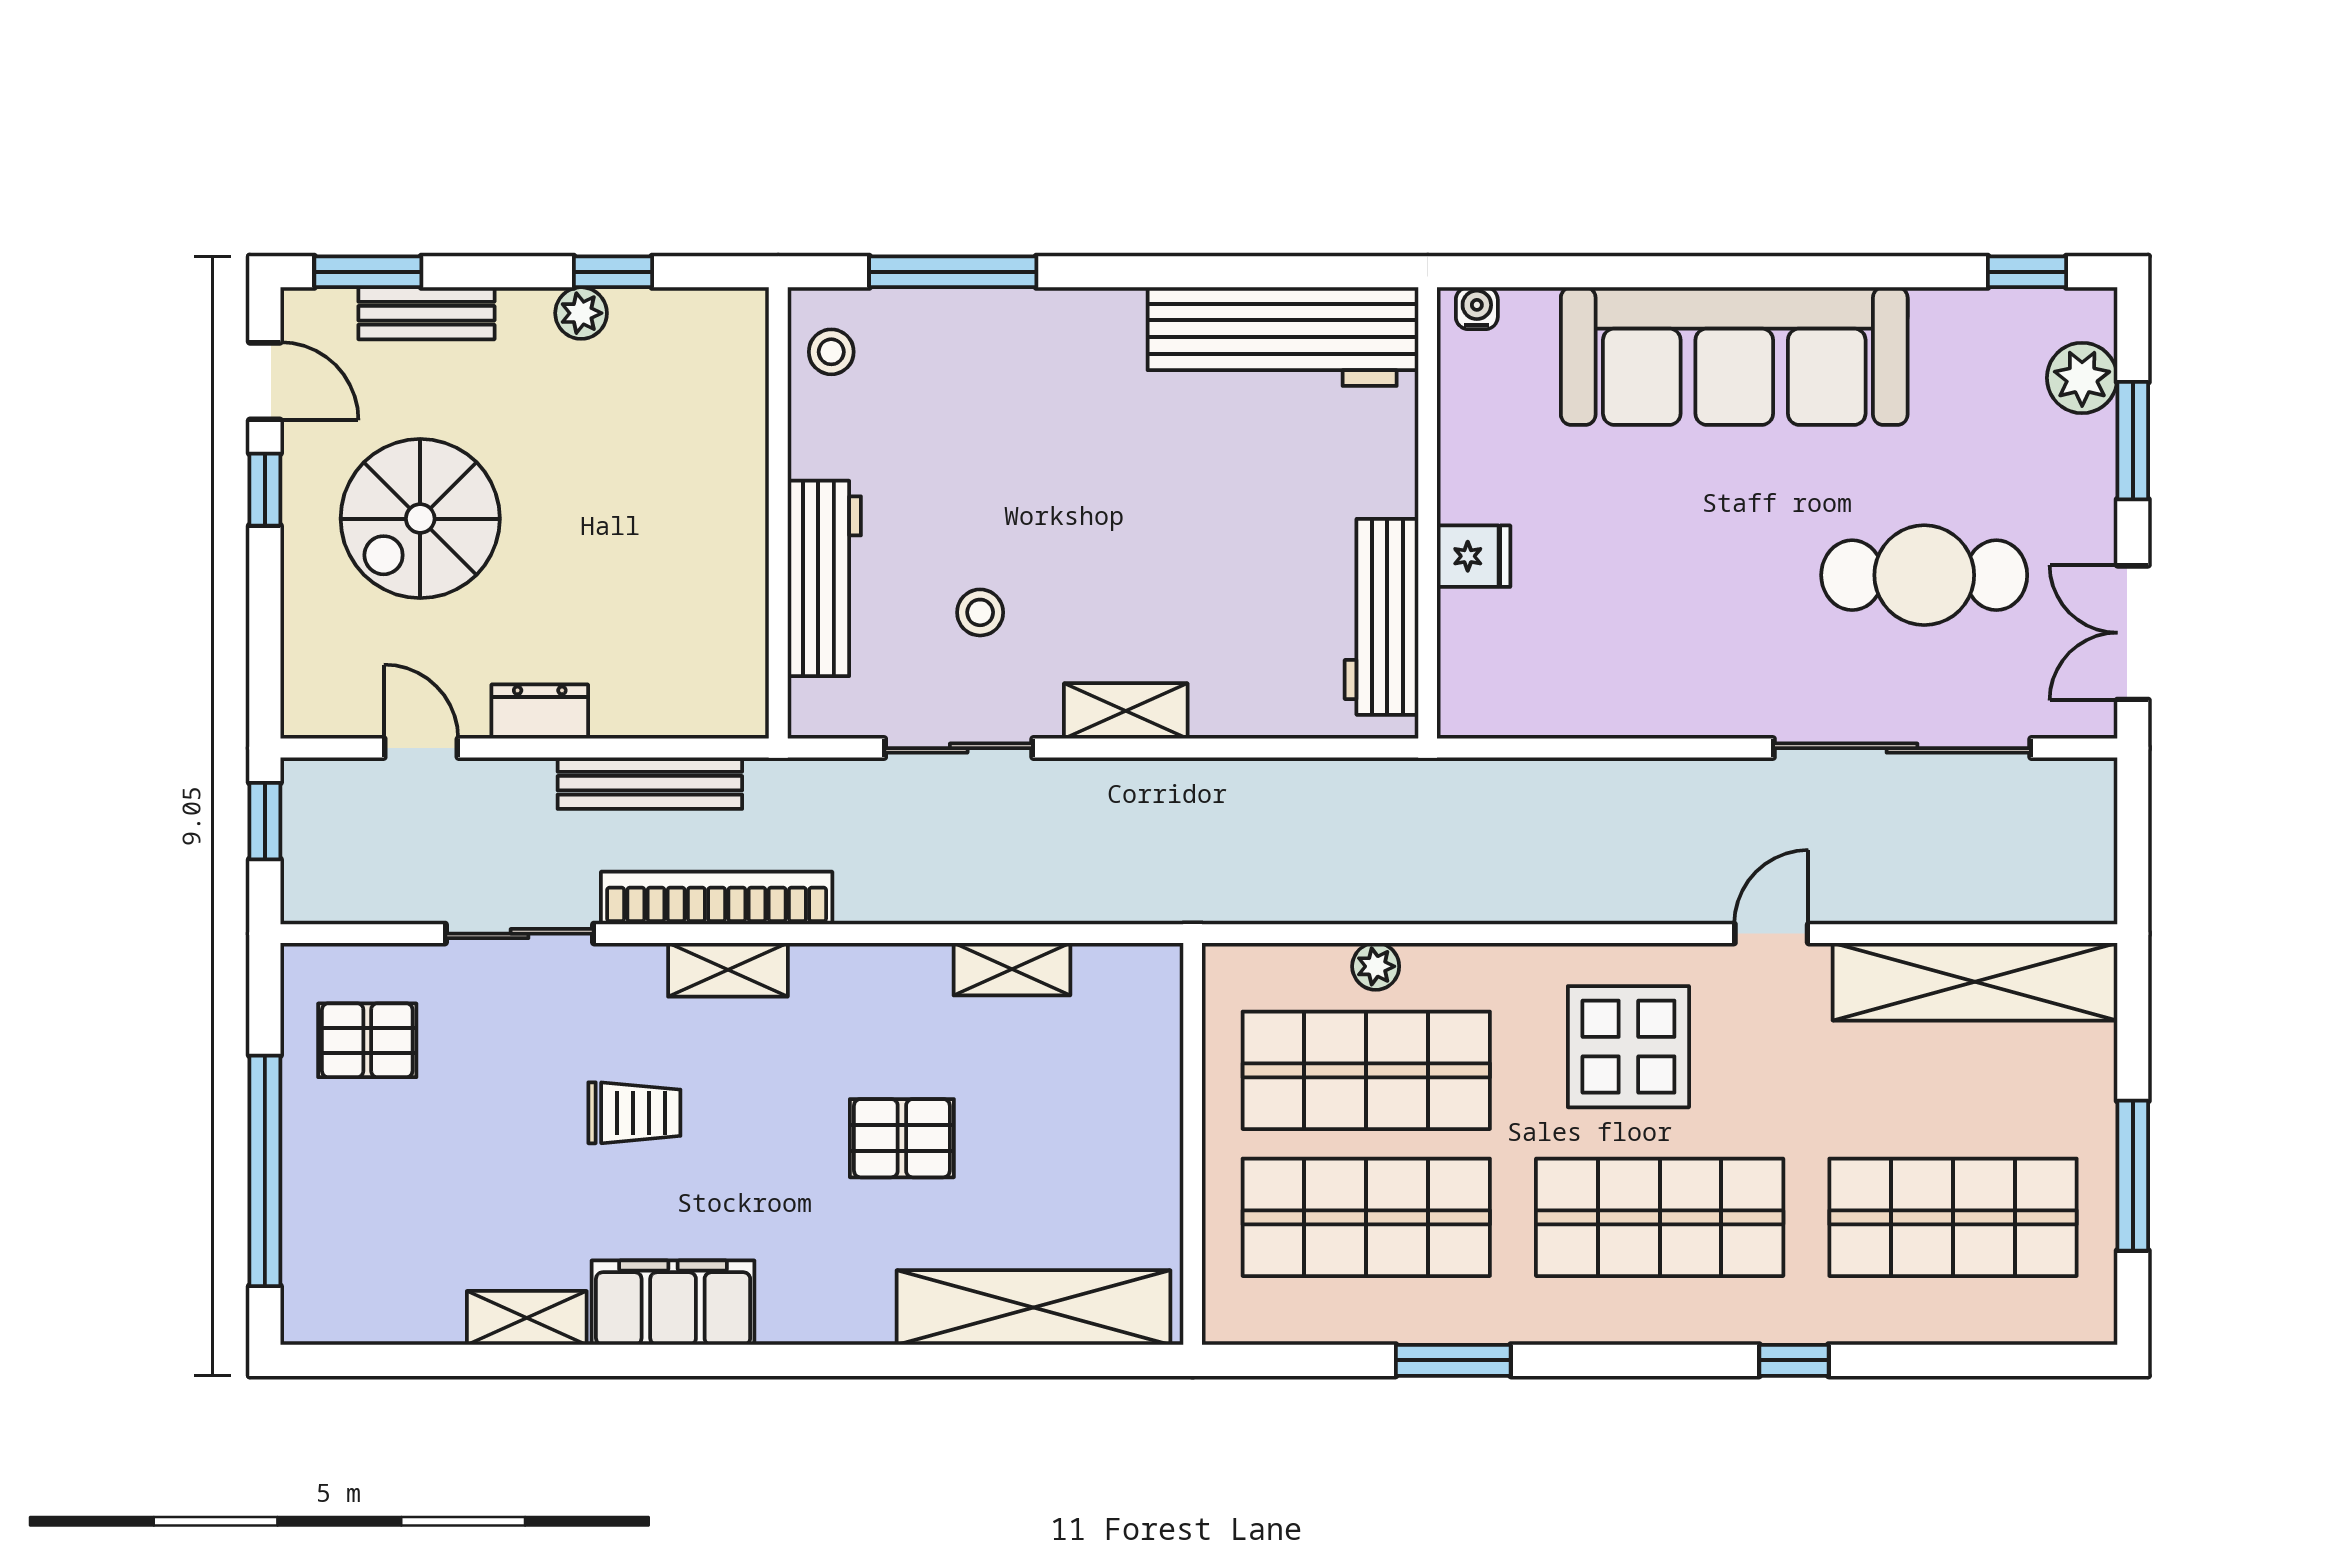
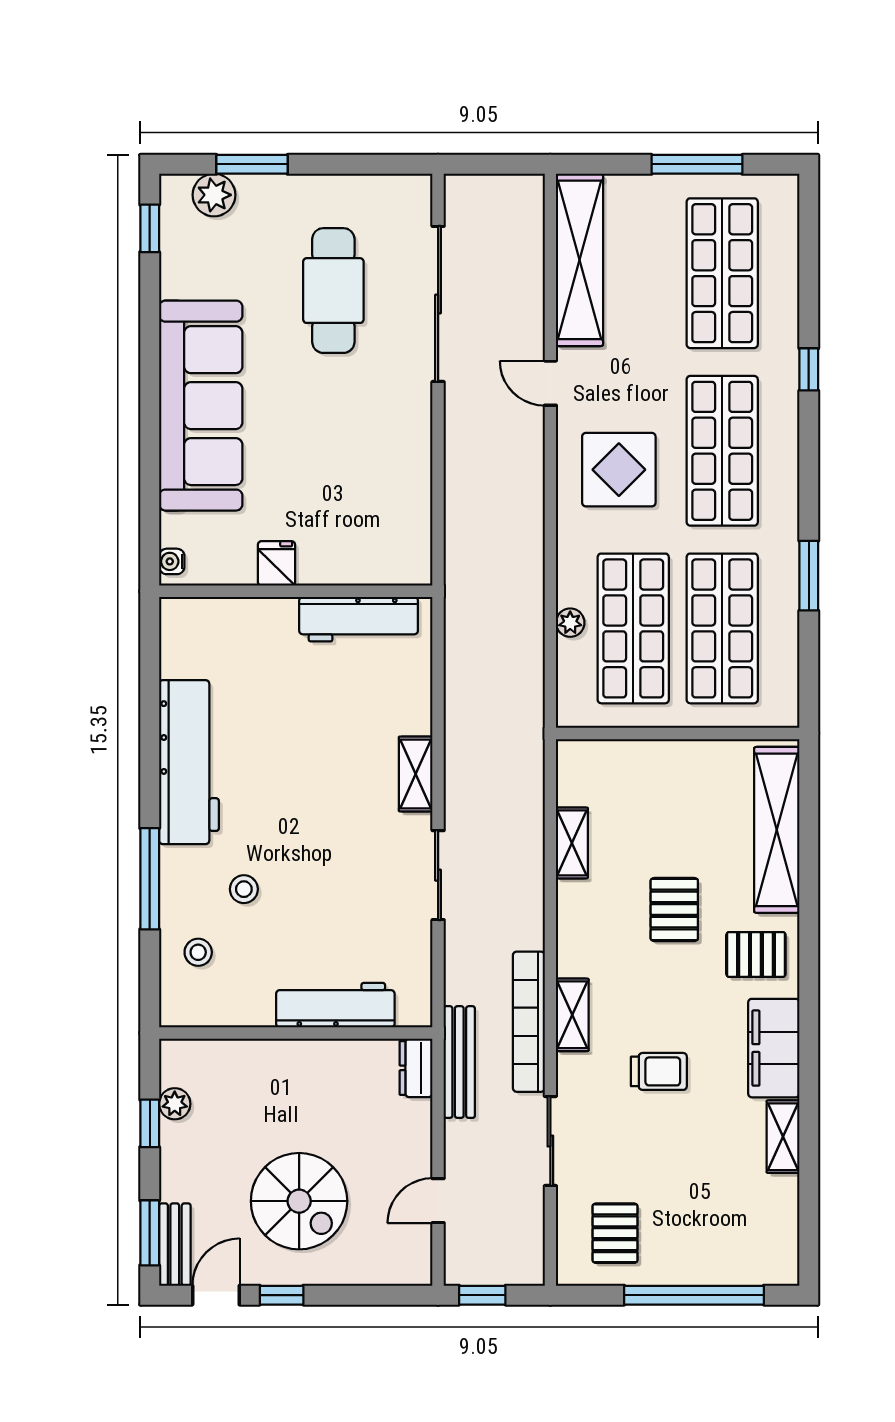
window: (613, 272) -> (150, 1123), moved
bench: (426, 313) -> (175, 1245), moved
workbench: (1283, 337) -> (189, 762), moved
wall: (778, 513) -> (296, 1033), moved
fridge: (1474, 556) -> (276, 563), moved
workbench: (824, 578) -> (335, 1005), moved
stool: (980, 612) -> (244, 889), moved
double door: (2133, 633) -> (368, 164), removed
dresser: (540, 712) -> (416, 1068), moved
trolley: (634, 1113) -> (659, 1071), turned 90
pallet: (828, 1273) -> (756, 954), added

